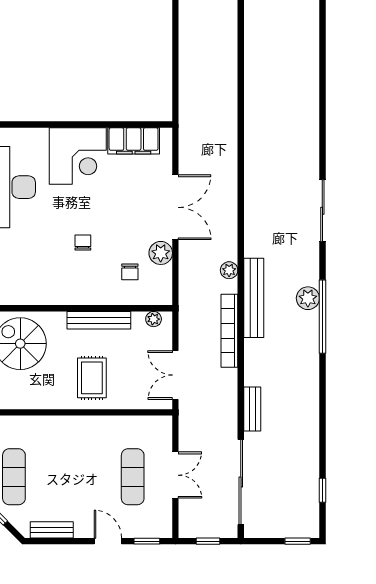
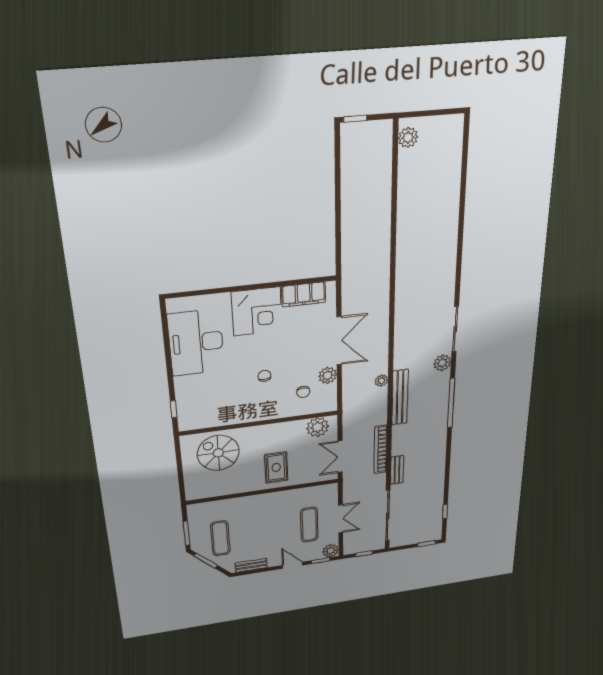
plant: (308, 298) -> (442, 363), moved
plant: (154, 319) -> (318, 427), width x1.88, depth x1.88
bench: (99, 320) -> (280, 429), removed
bookcase: (229, 331) -> (381, 449), moved
plant: (161, 527) -> (331, 551), added

